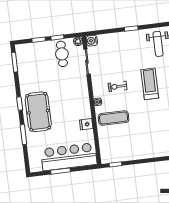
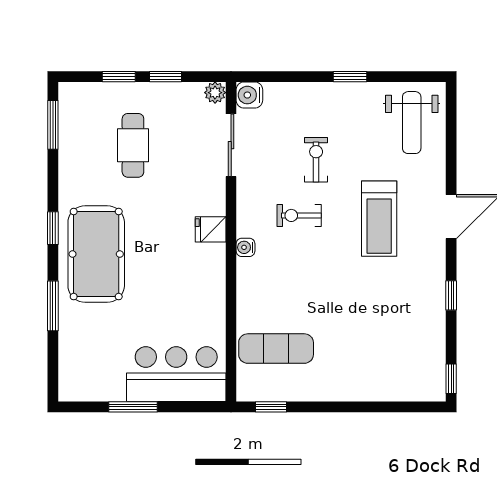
cafe table: (62, 54) -> (133, 145), moved
exercise bike: (122, 63) -> (316, 160), added
treadmill: (150, 84) -> (379, 219), turned 180
exercise mat: (114, 118) -> (276, 349), moved
fridge: (86, 124) -> (211, 229), moved
bar counter: (69, 157) -> (176, 374), width x0.73

